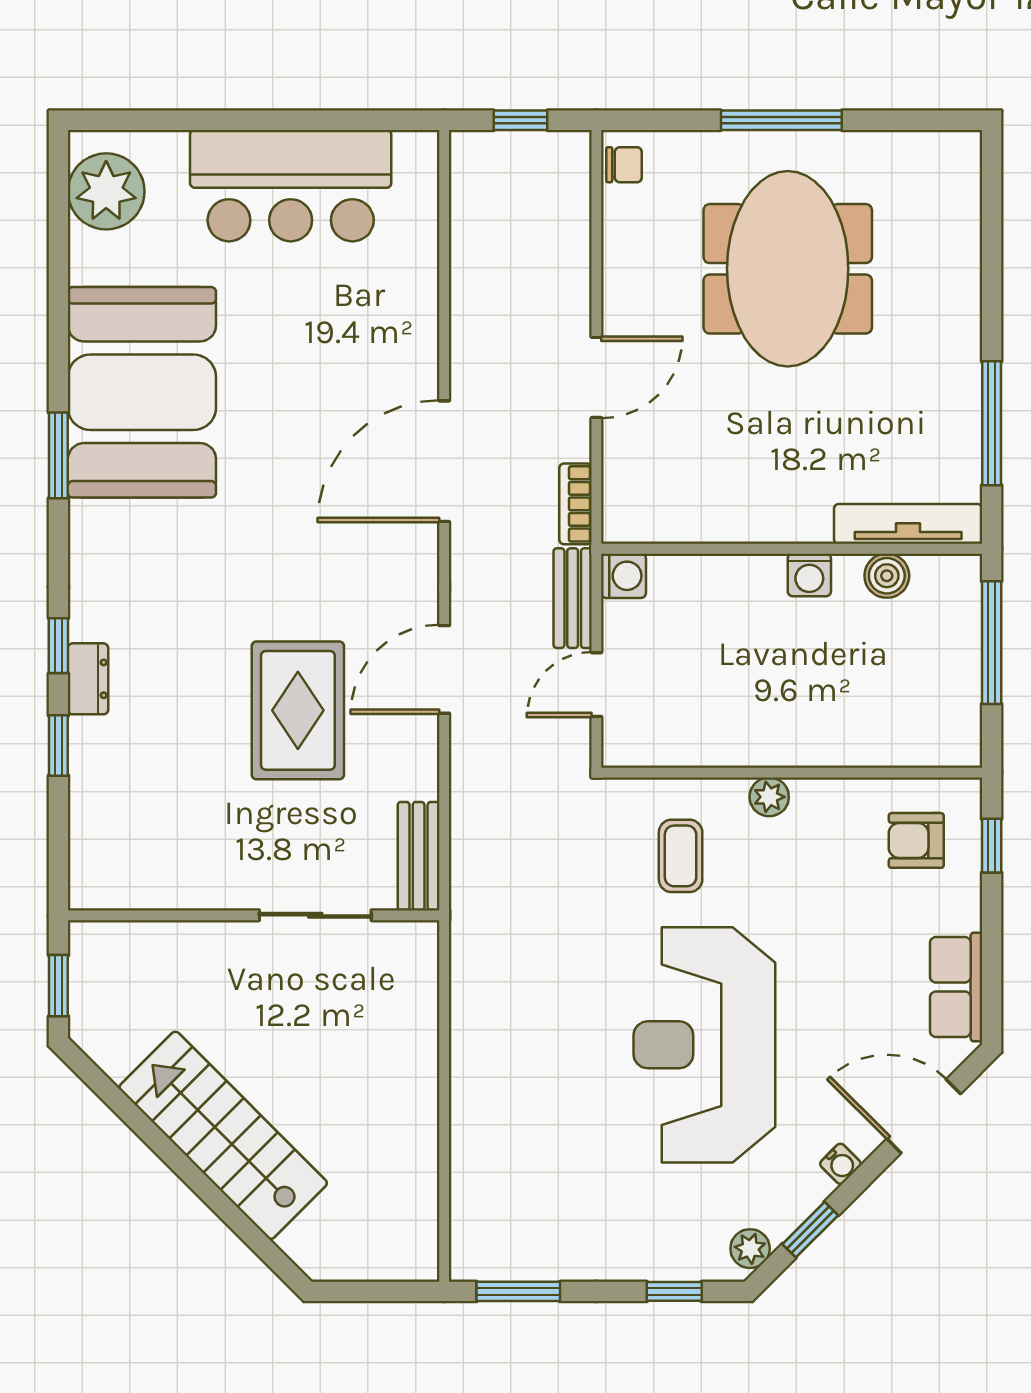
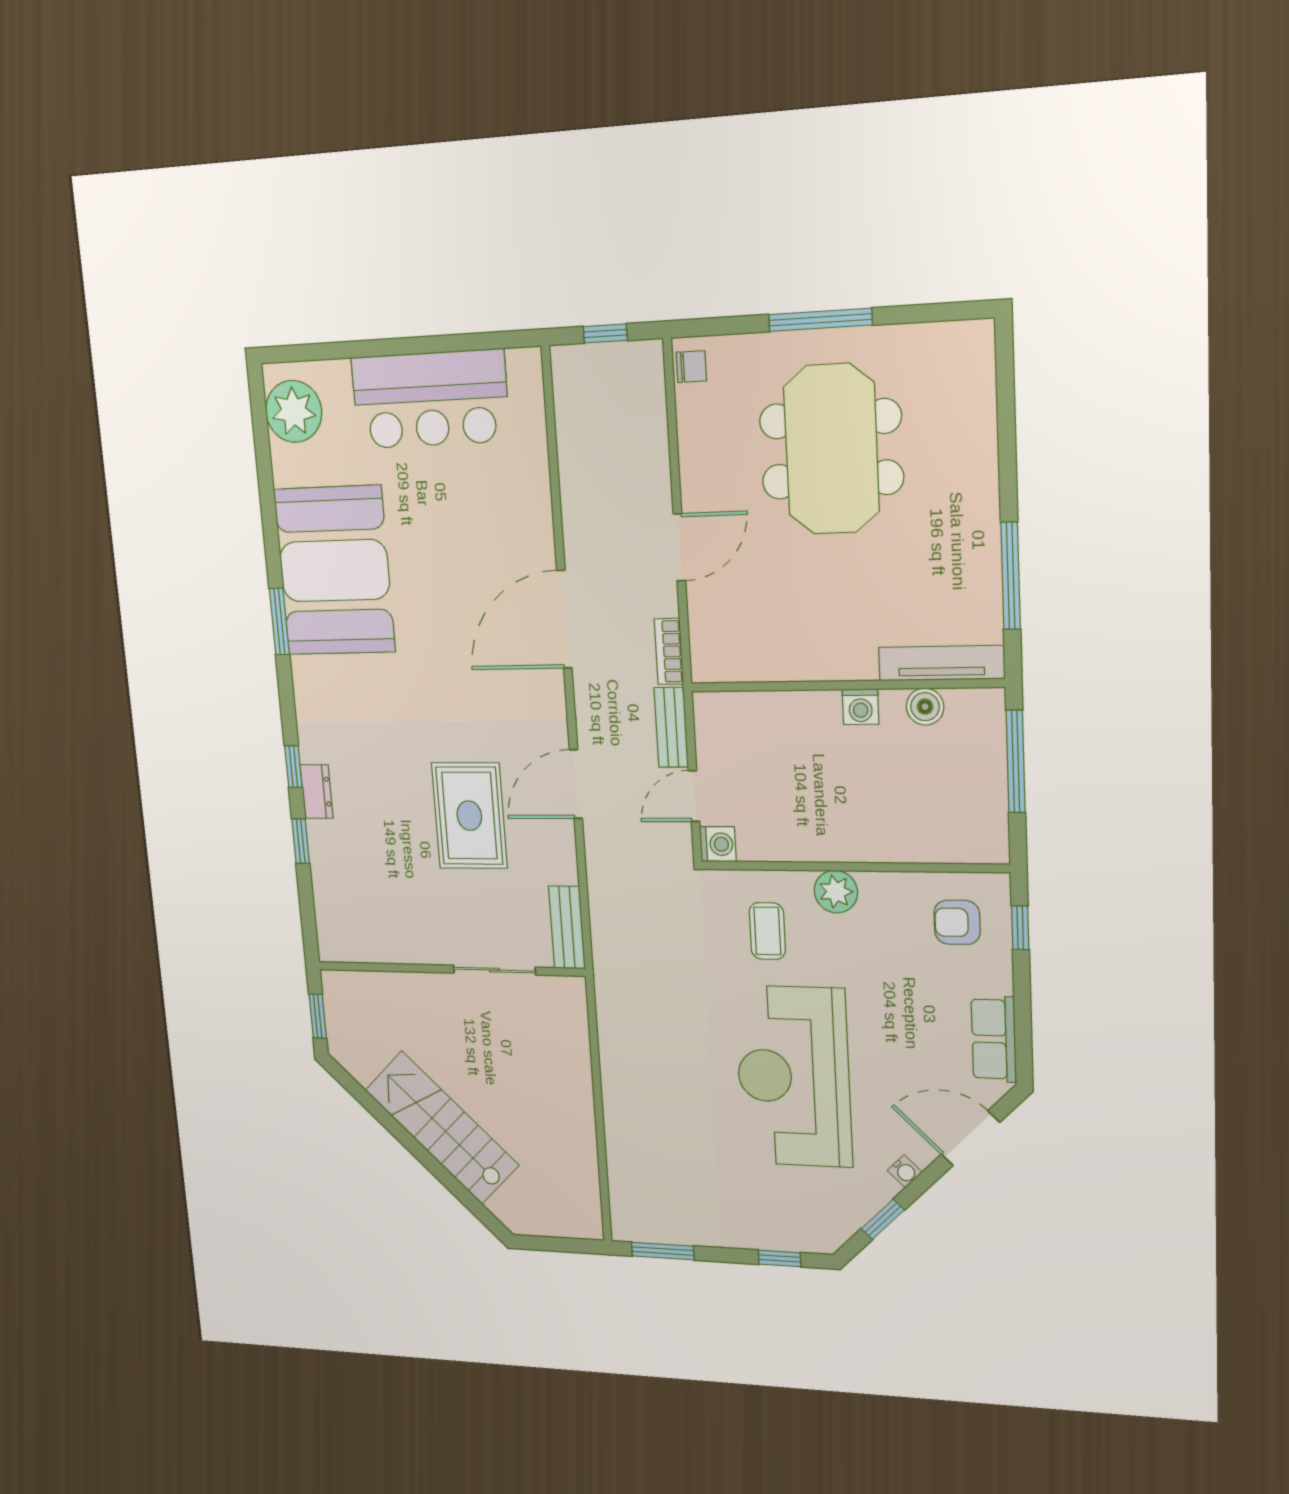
washing machine: (624, 576) -> (718, 844), moved
plant: (769, 797) -> (836, 892), width x1.38, depth x1.38
plant: (750, 1249) -> (836, 1231), removed

